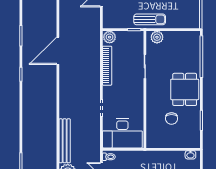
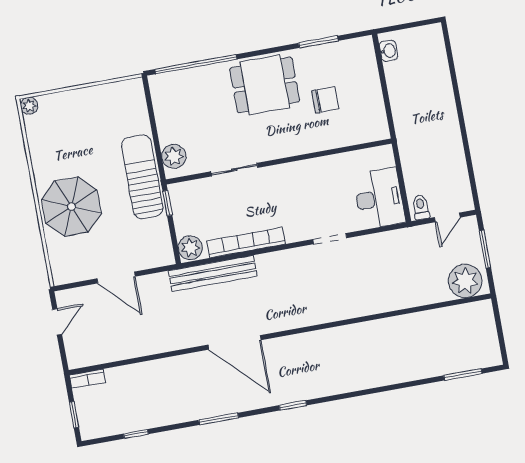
sun lounger: (150, 19) -> (142, 177), width x1.36, depth x1.34
desk: (122, 133) -> (379, 198), width x0.73, depth x0.77
bench: (65, 141) -> (213, 273), moved

